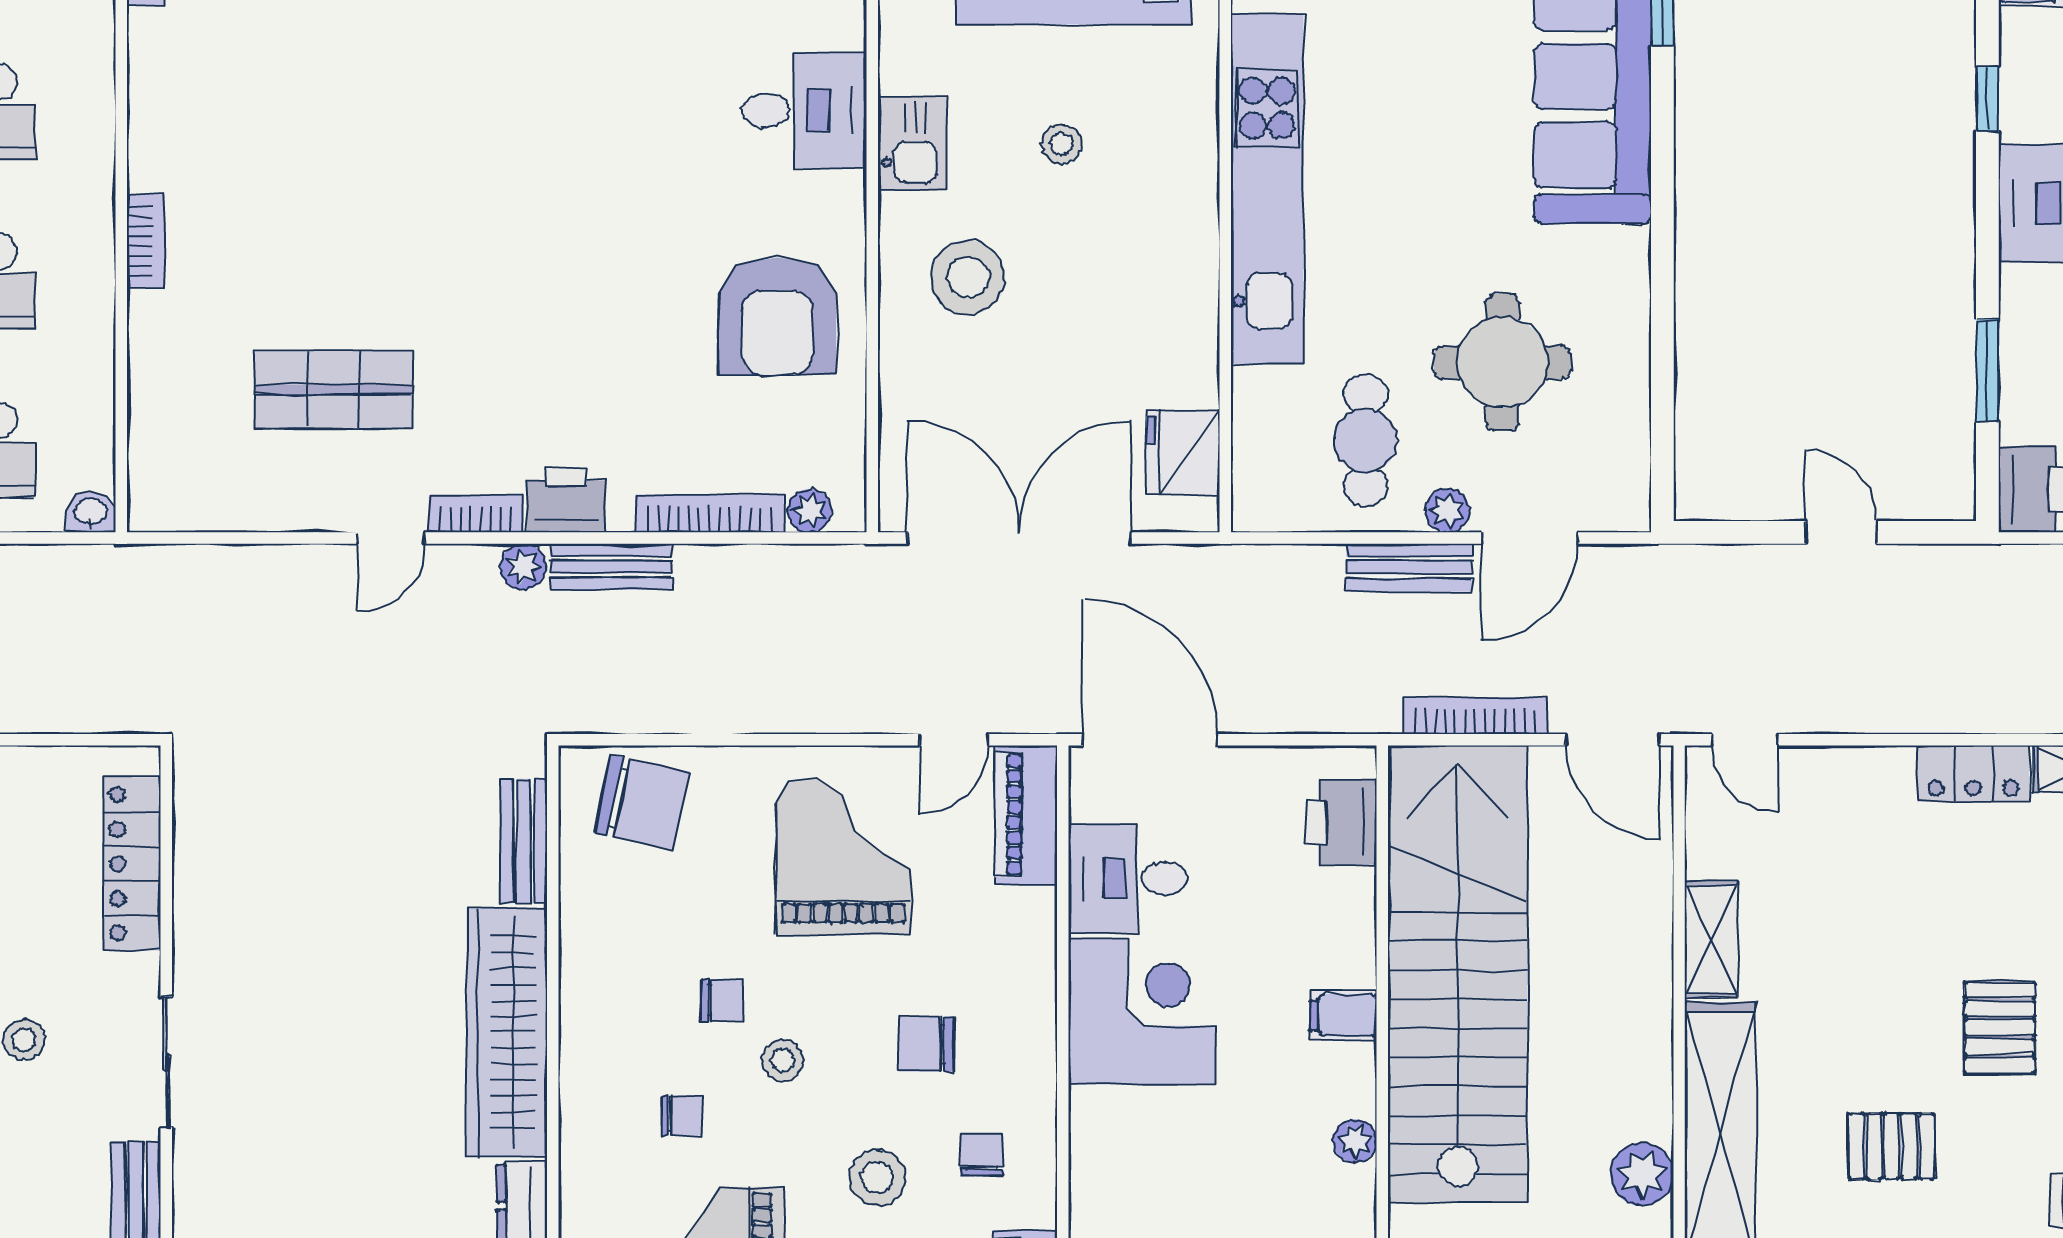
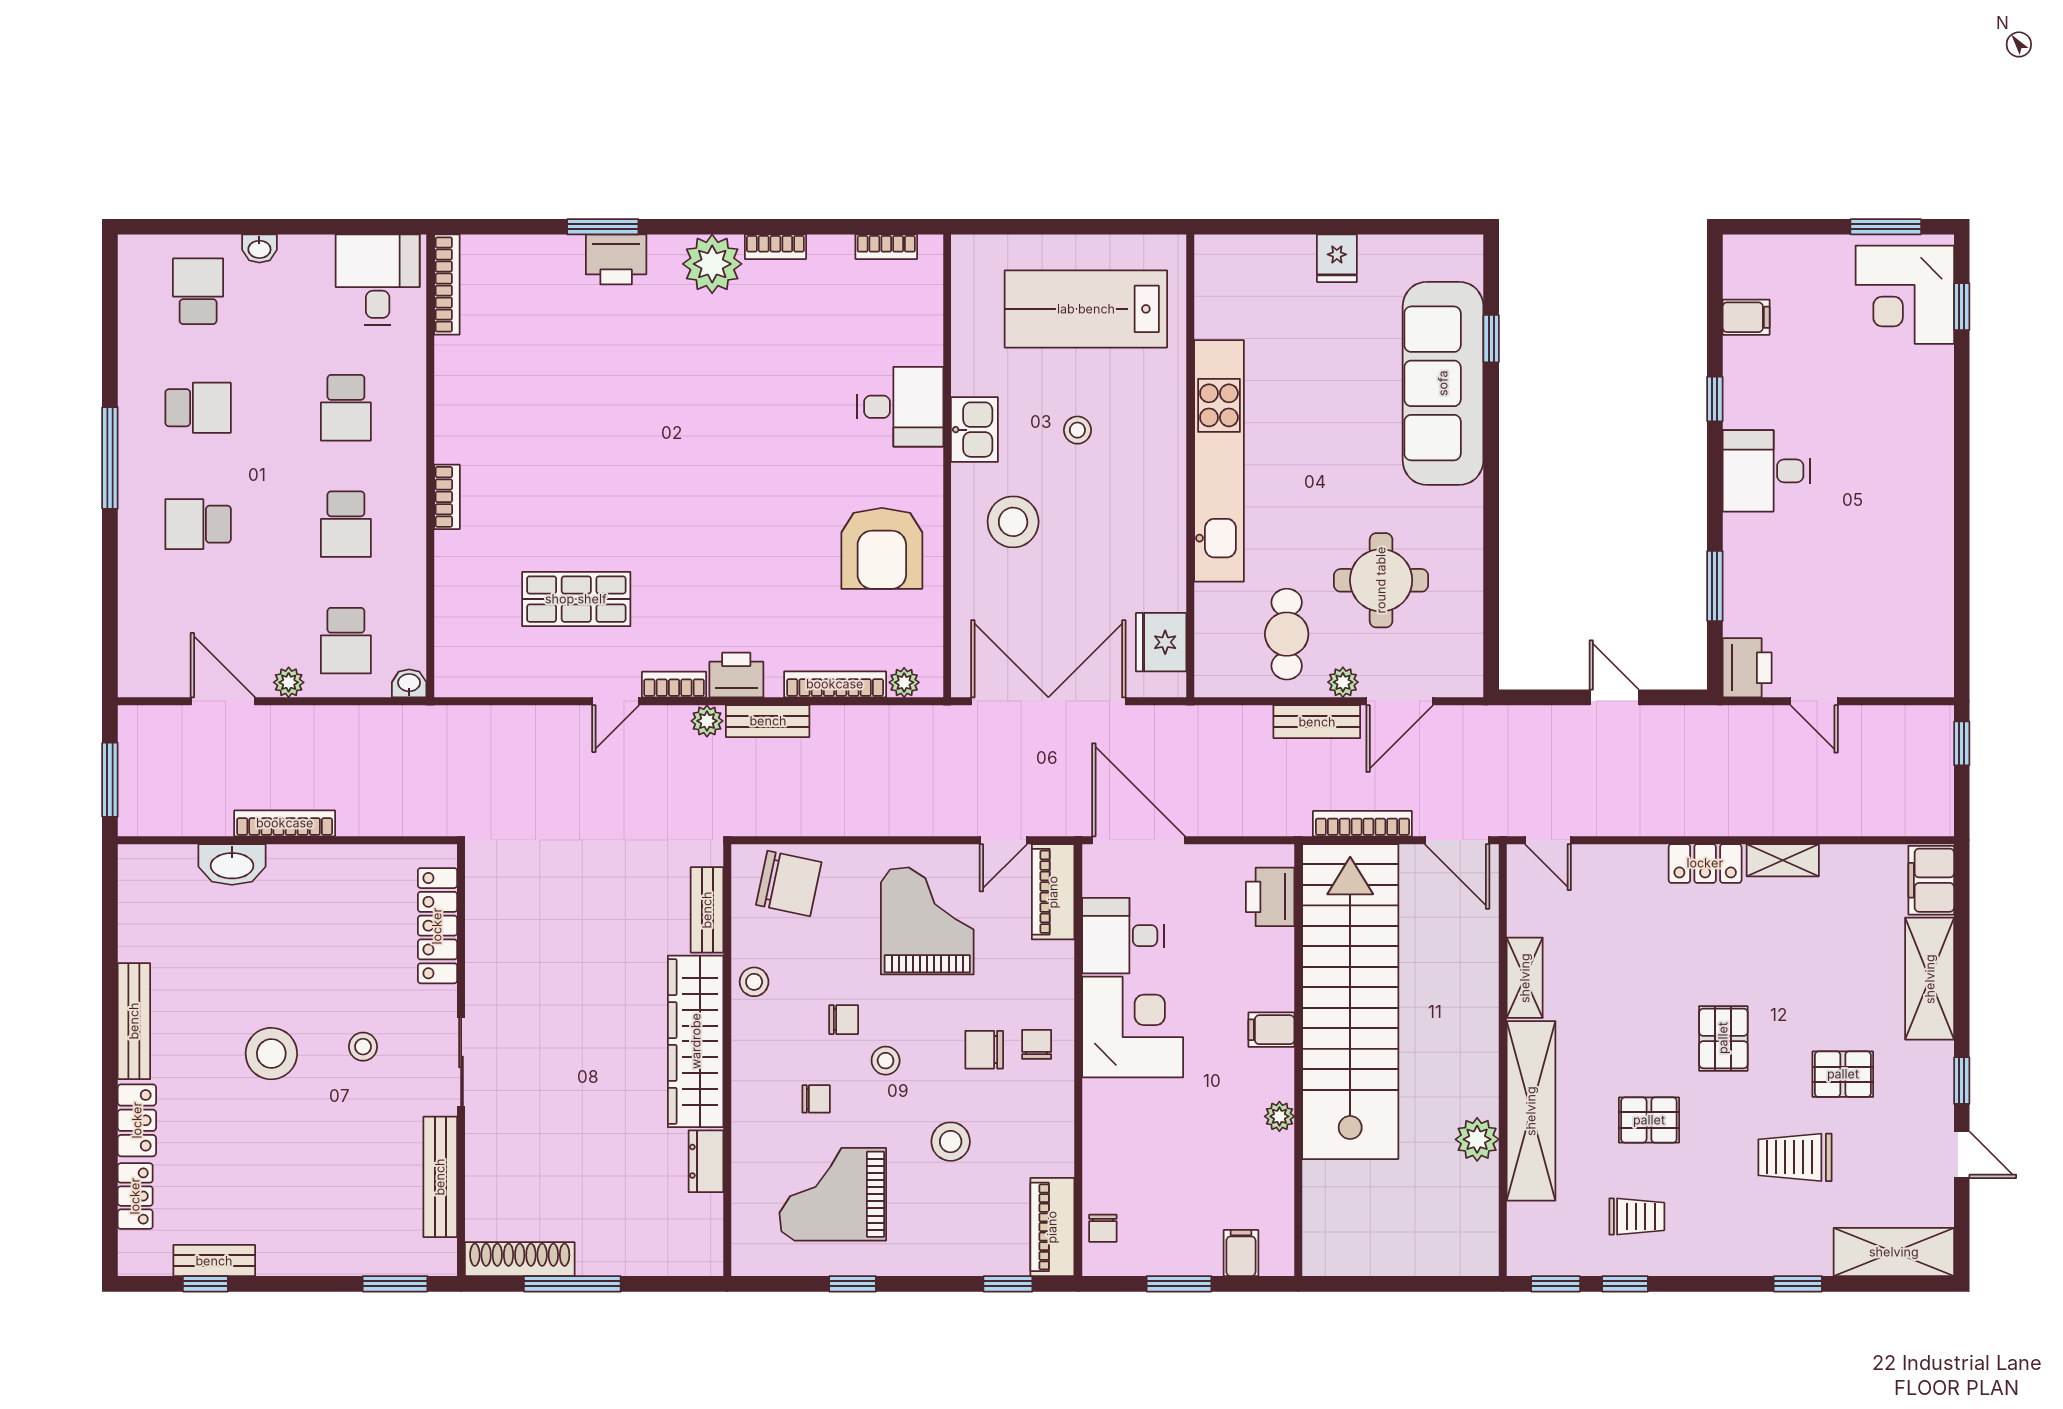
stool: (592, 946) -> (754, 982), added
chair: (982, 1155) -> (1037, 1044), moved

